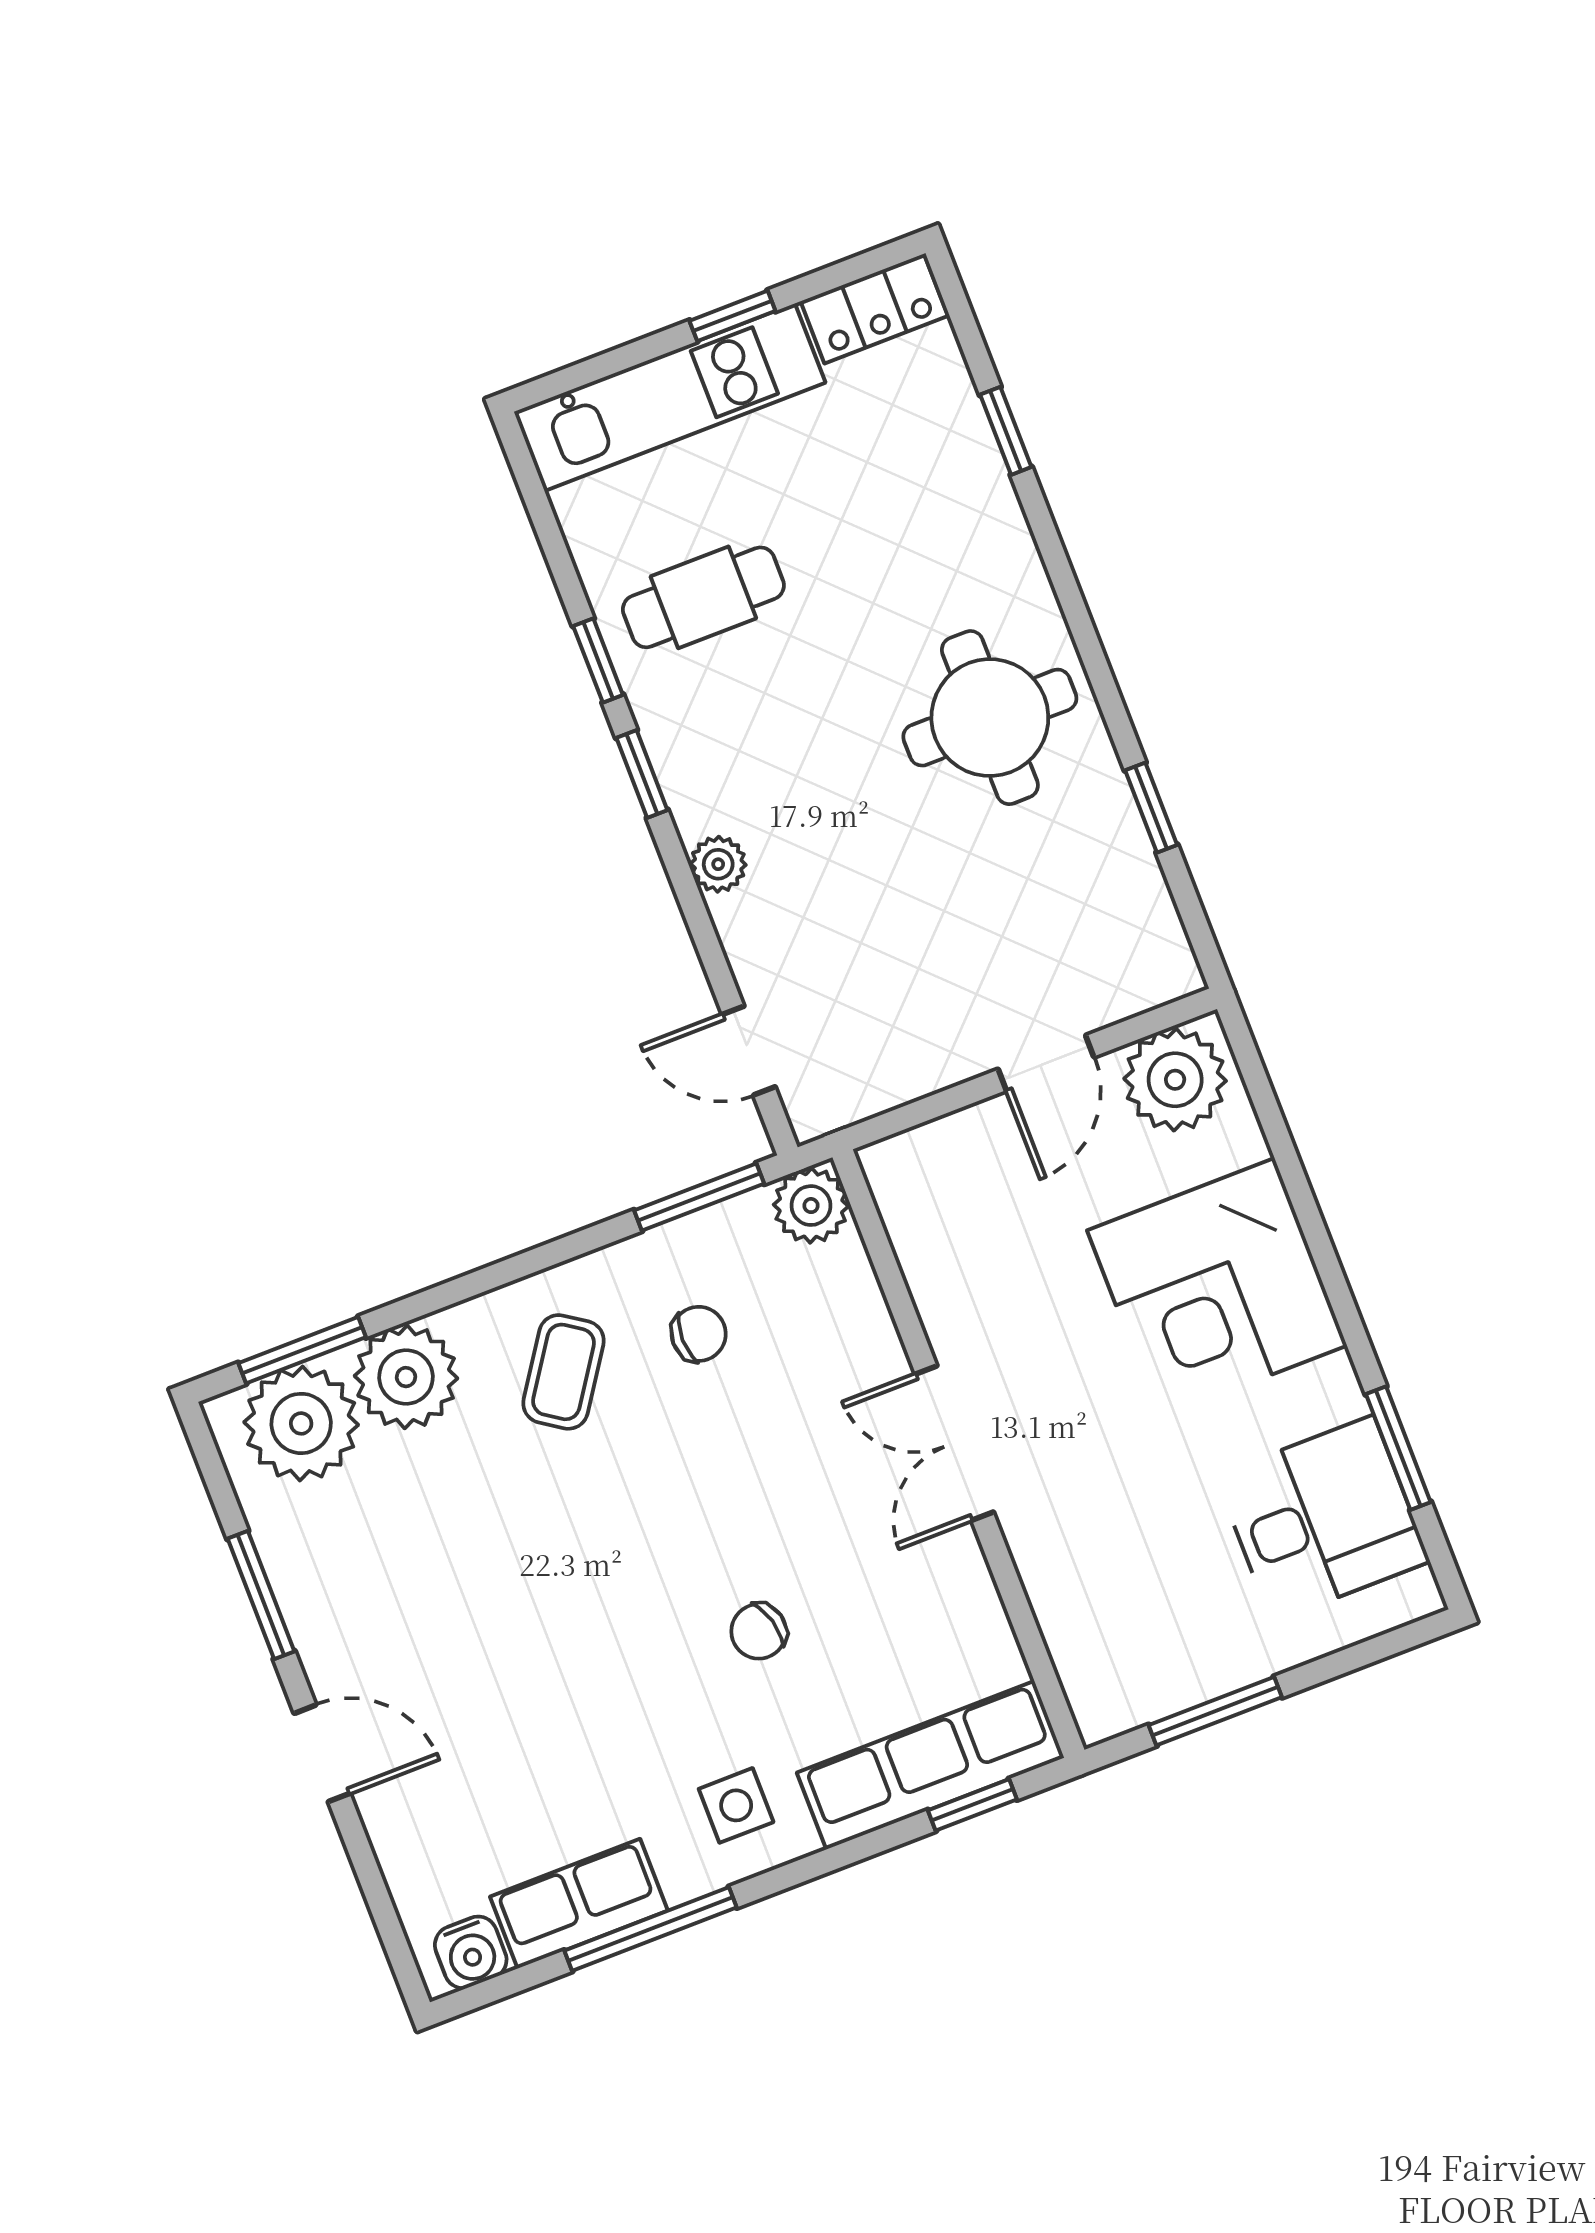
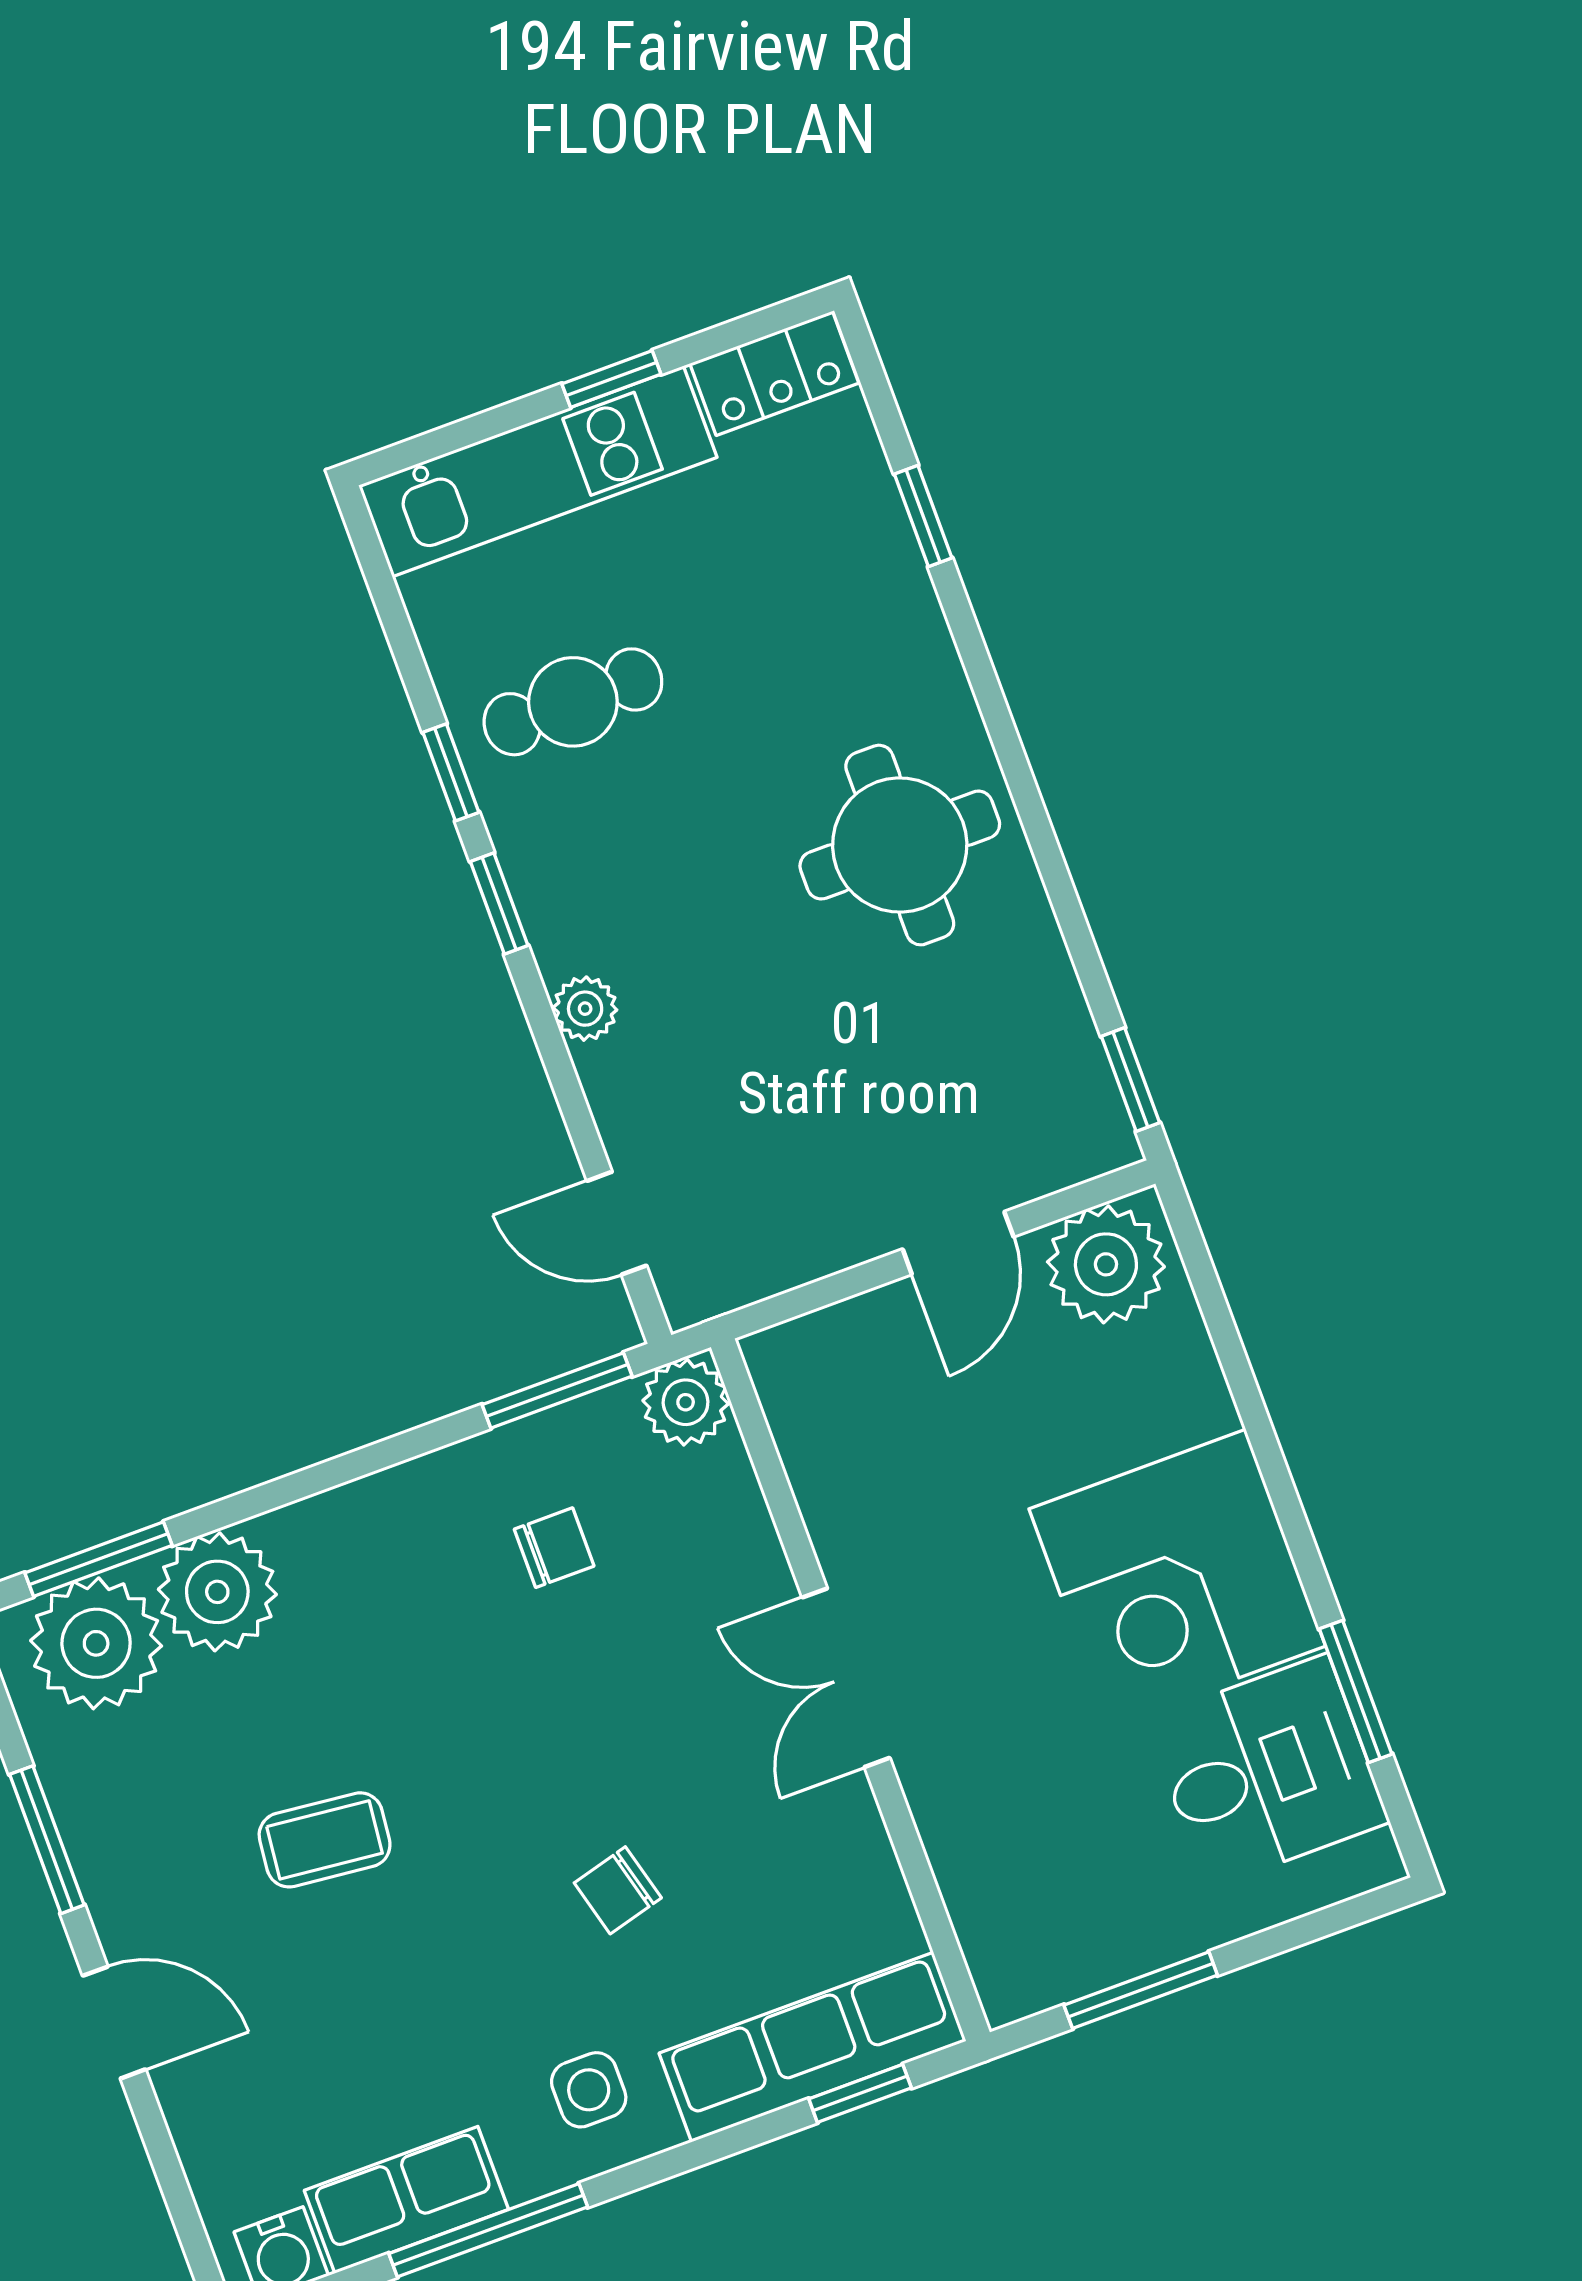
window: (1151, 808) -> (1130, 1080), moved
corner desk: (1217, 1288) -> (1177, 1577), moved
coffee table: (563, 1372) -> (325, 1840), moved, turned 62

